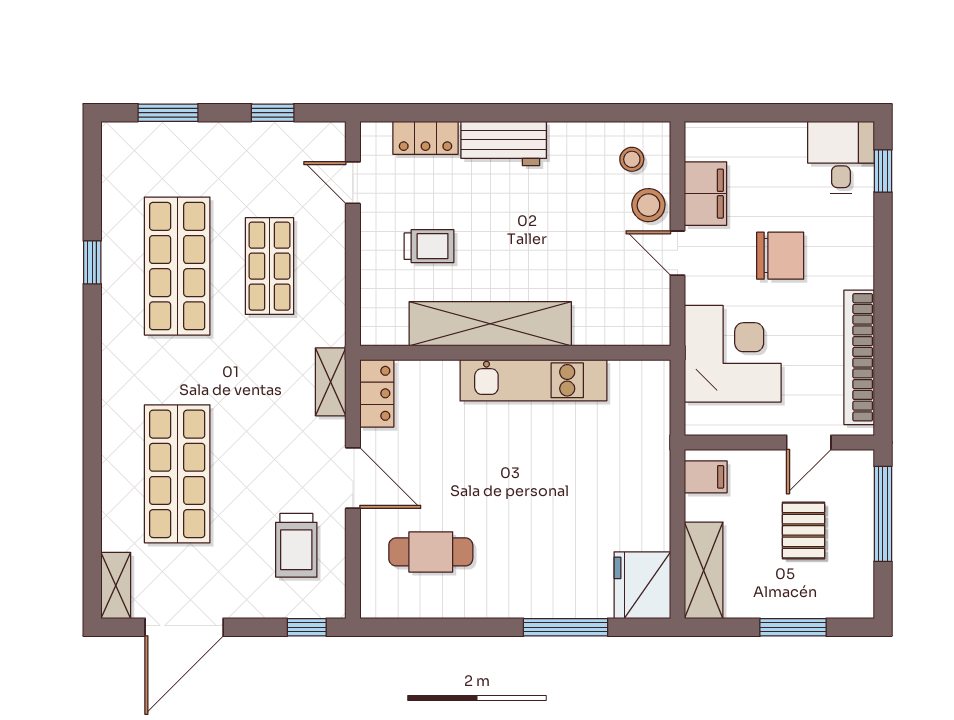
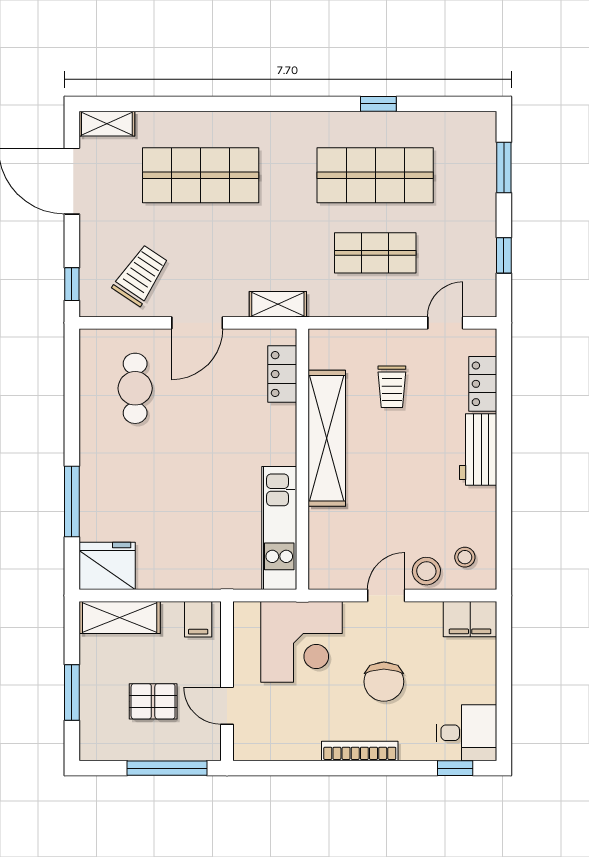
filing cabinet: (706, 194) -> (470, 619), moved
bookcase: (859, 357) -> (360, 751), moved, width x0.68, depth x0.76
kitchen unit: (533, 380) -> (279, 528), moved
locker: (377, 393) -> (282, 374), moved, turned 90
trolley: (296, 545) -> (141, 275), turned 124

